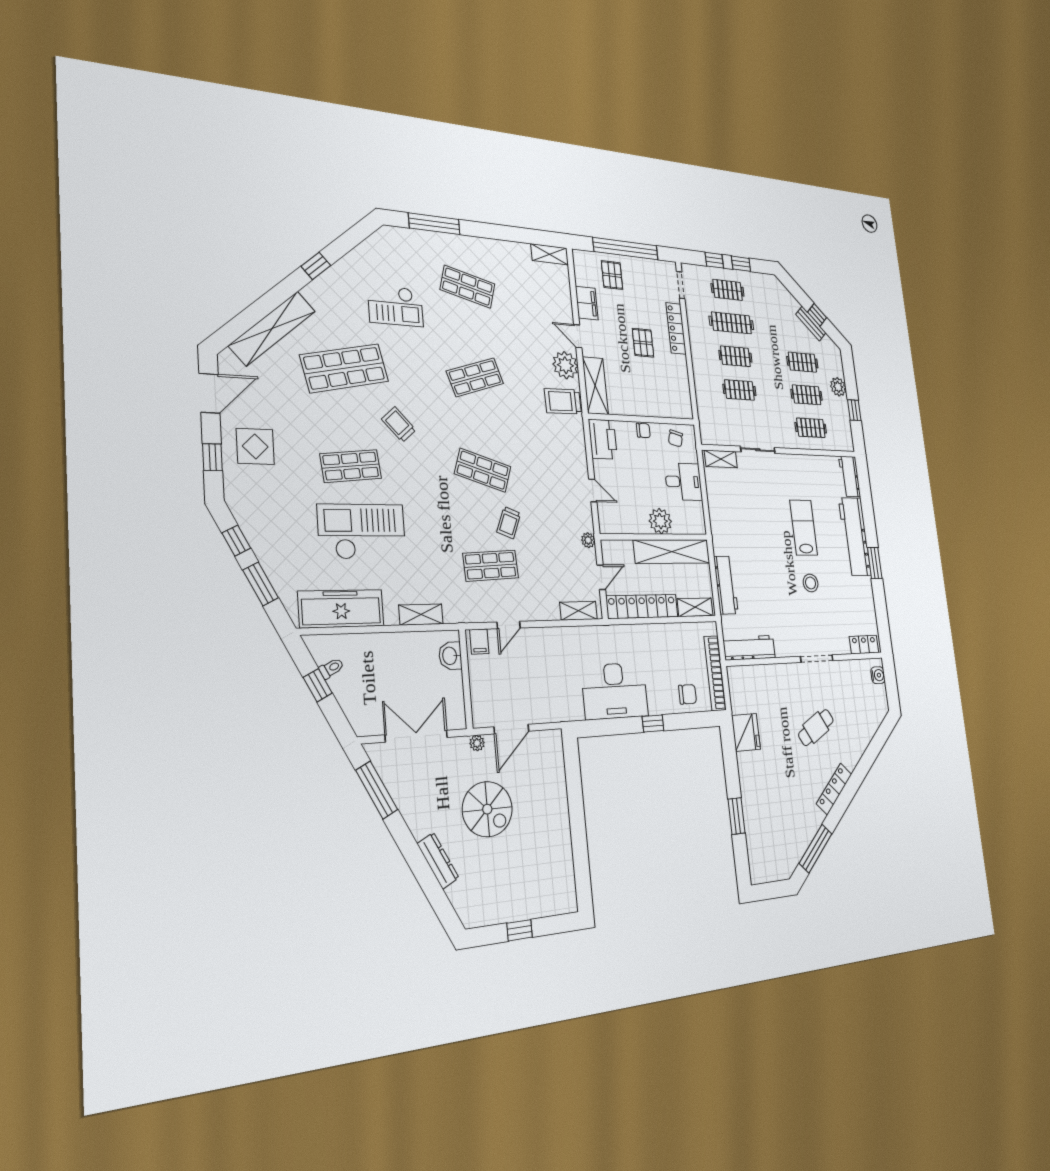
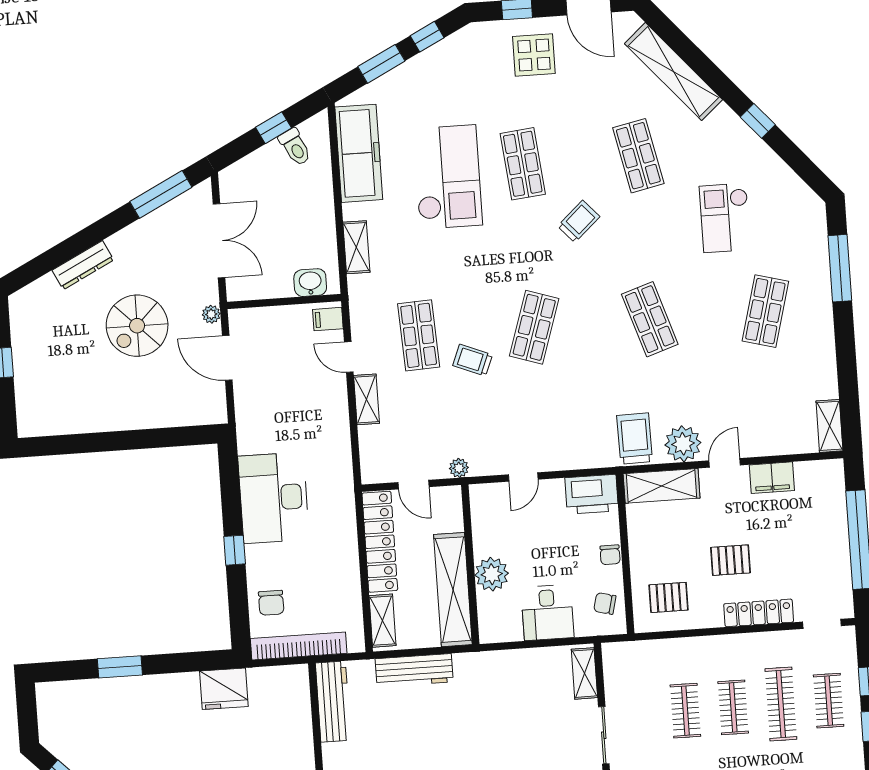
pallet: (612, 275) -> (669, 597), moved
shop shelf: (344, 368) -> (638, 156), width x0.70, depth x0.74
shelving: (579, 611) -> (367, 399), moved
toilet: (331, 668) -> (295, 147), width x1.37, depth x1.39

